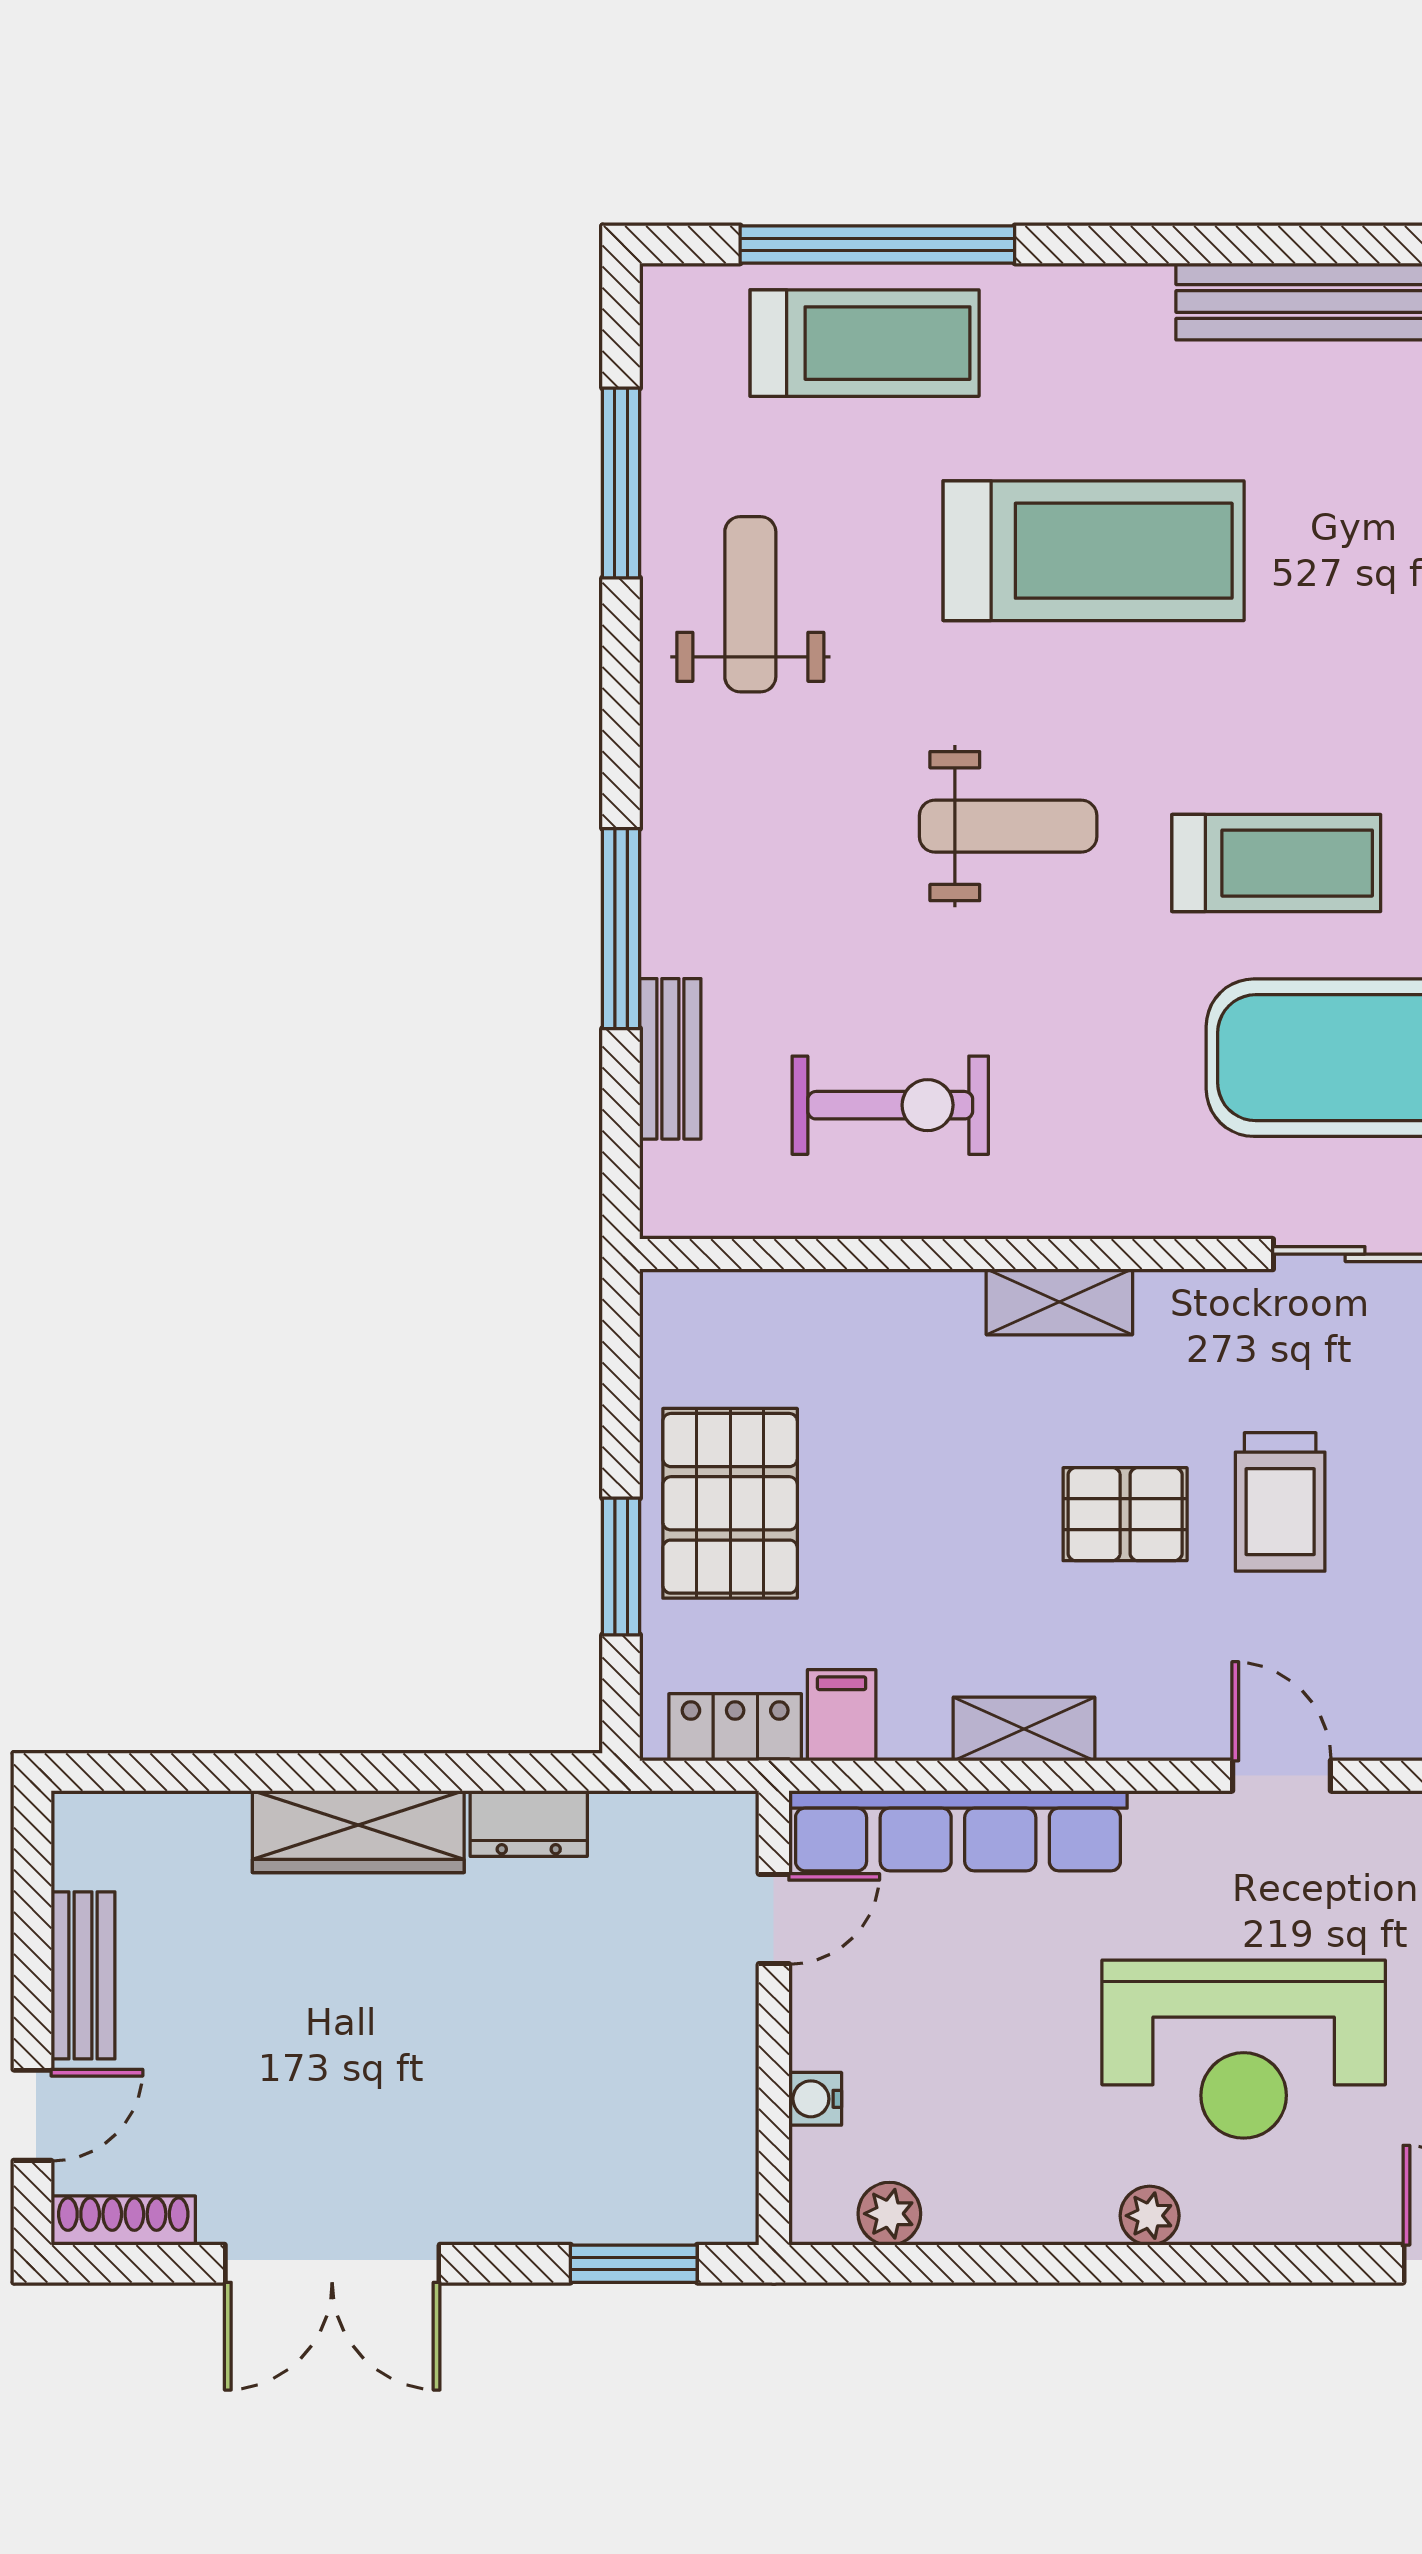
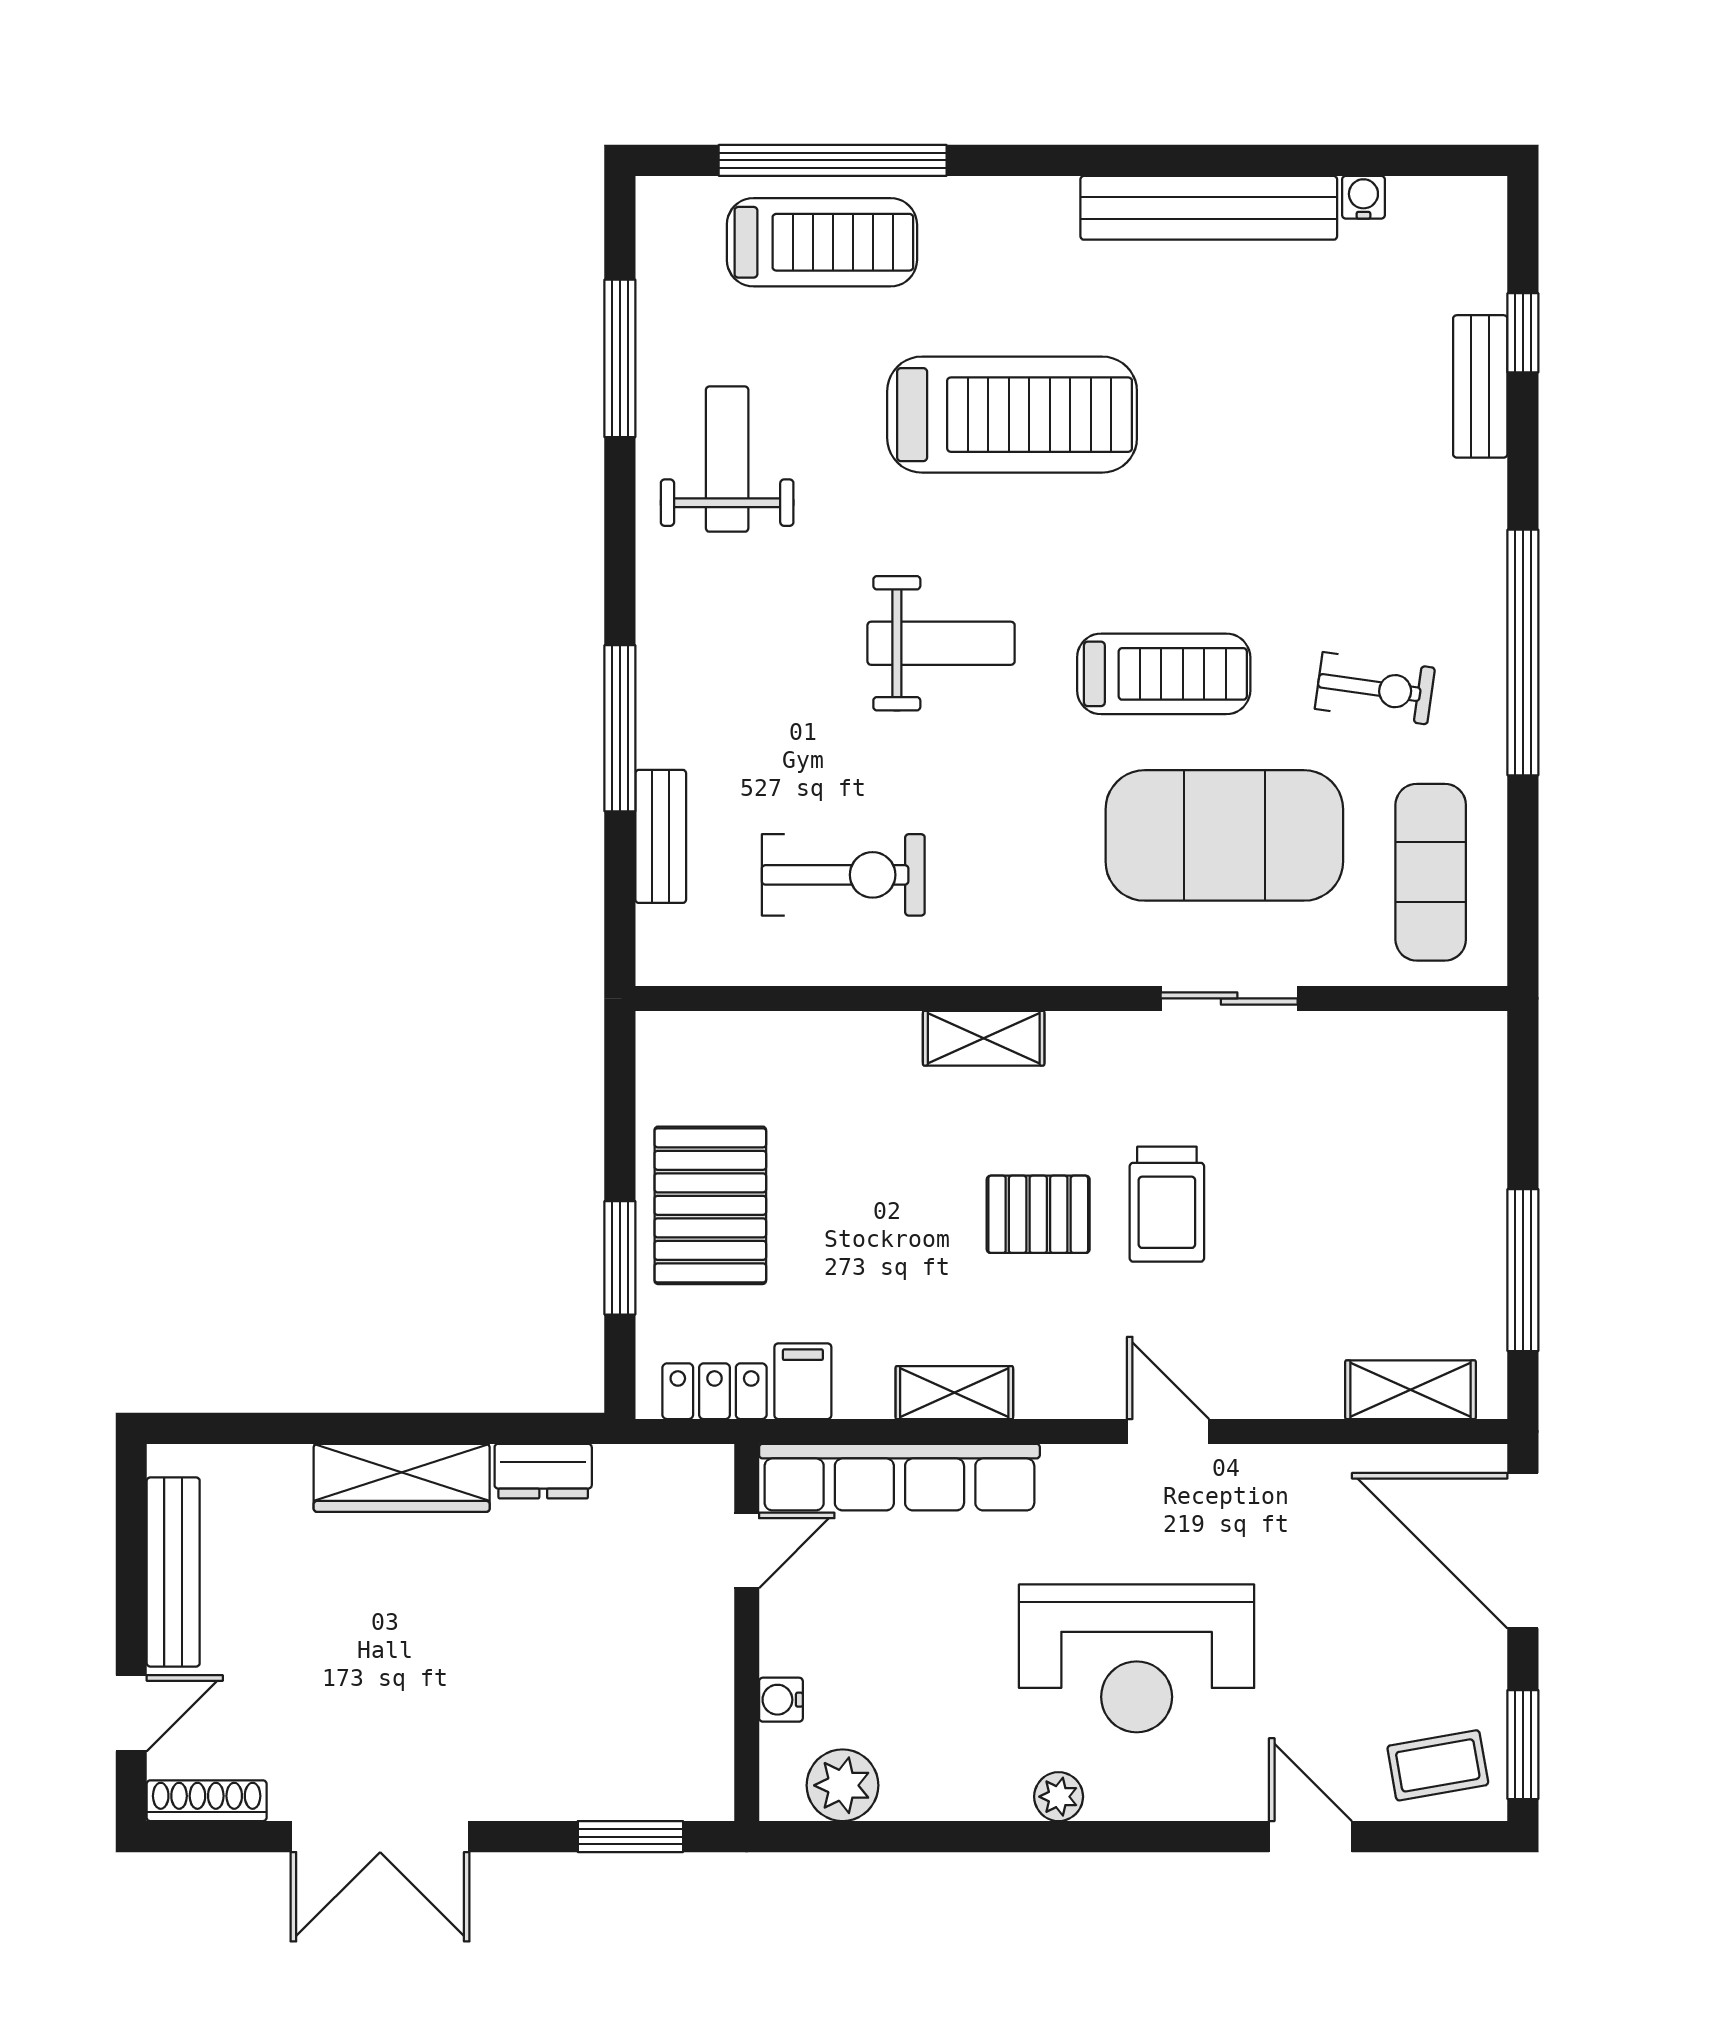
bench: (83, 1975) -> (173, 1572), width x1.36
plant: (889, 2214) -> (843, 1785), width x1.38, depth x1.38

